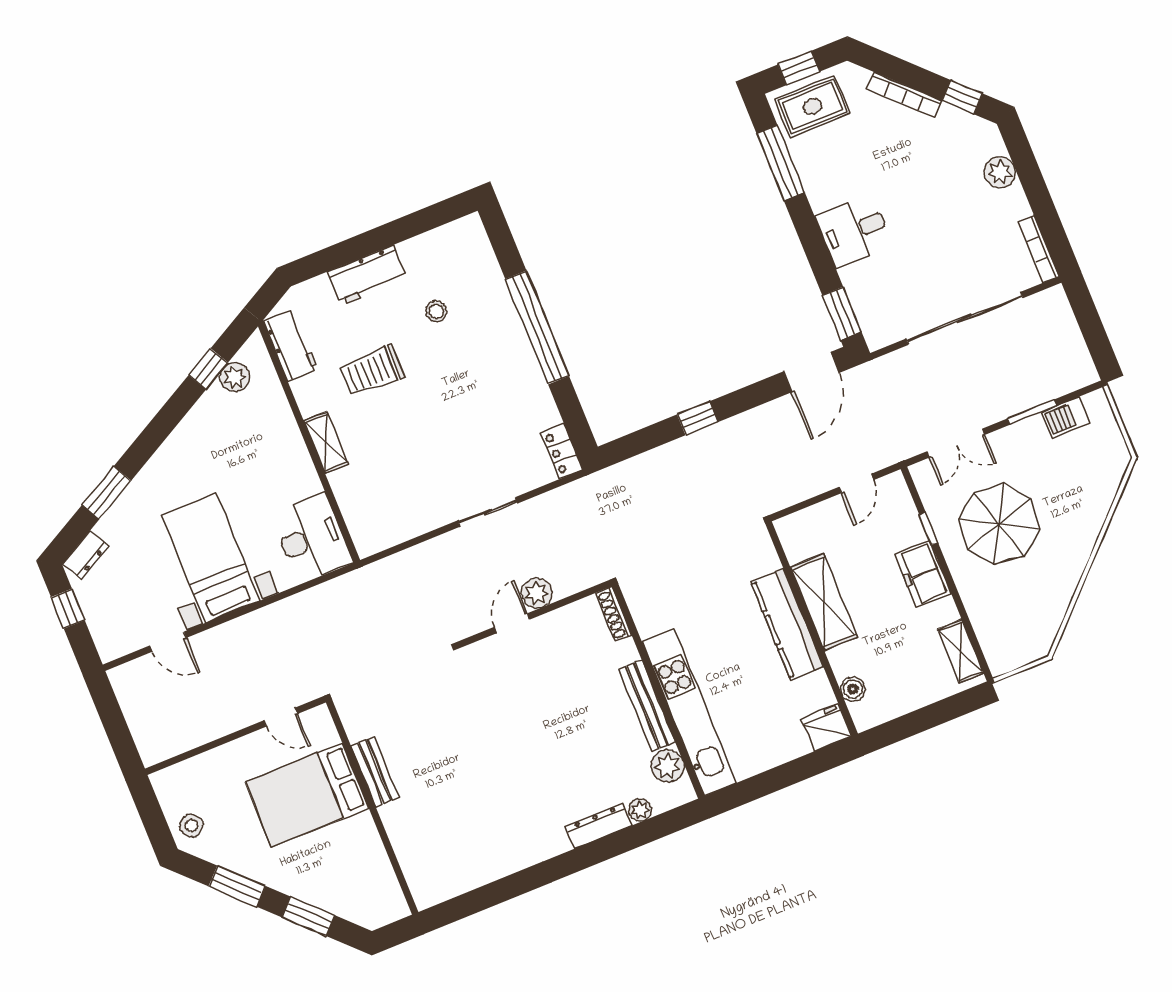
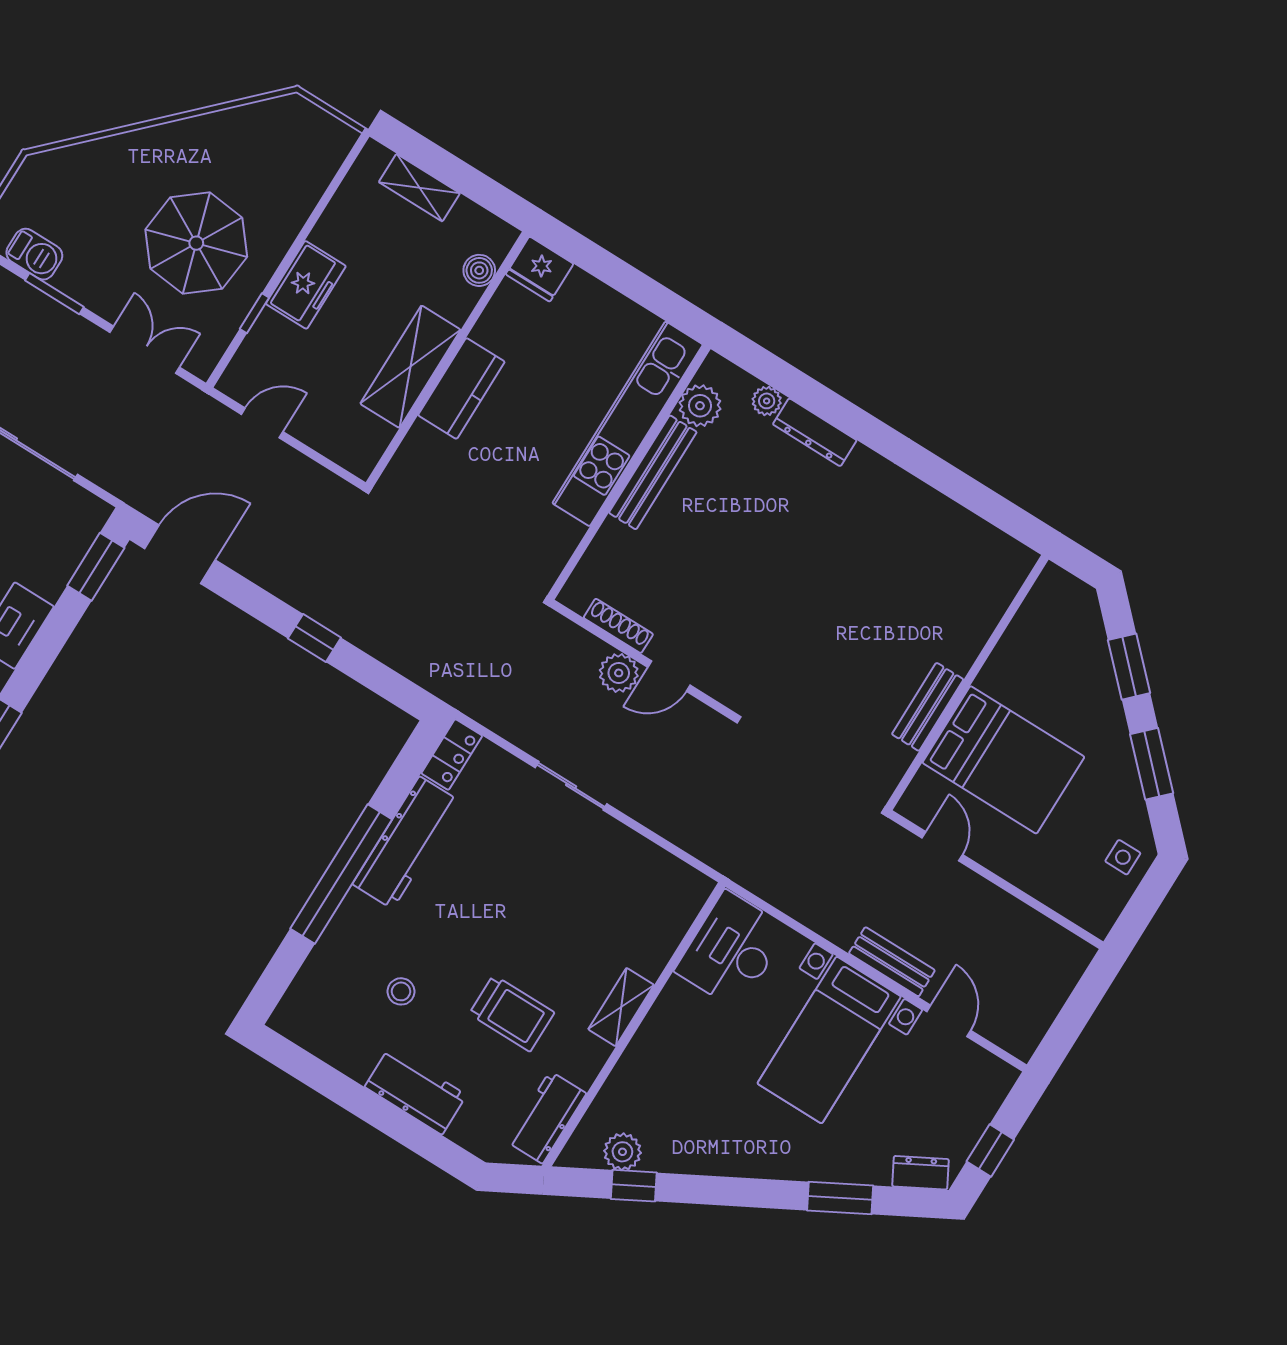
workbench: (527, 382) -> (406, 843), added
shoe rack: (614, 614) -> (618, 626), moved, turned -90
kitchen counter: (787, 624) -> (461, 388), width x0.67
bench: (231, 633) -> (892, 962), added
shelving: (961, 651) -> (419, 188), moved, turned 90
side table: (191, 826) -> (1123, 857), turned 38

